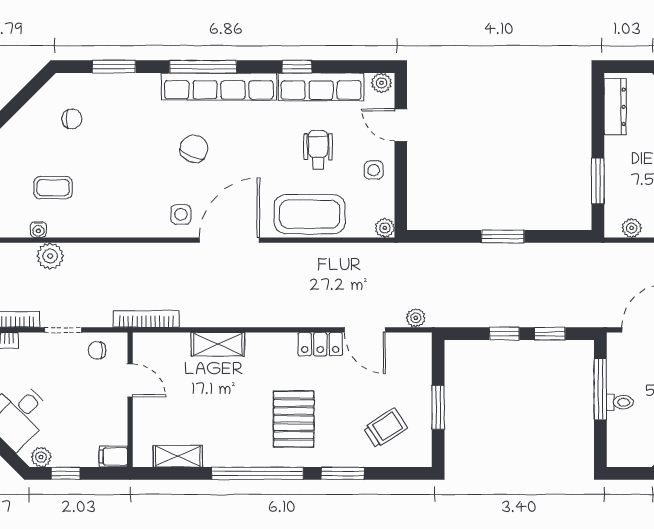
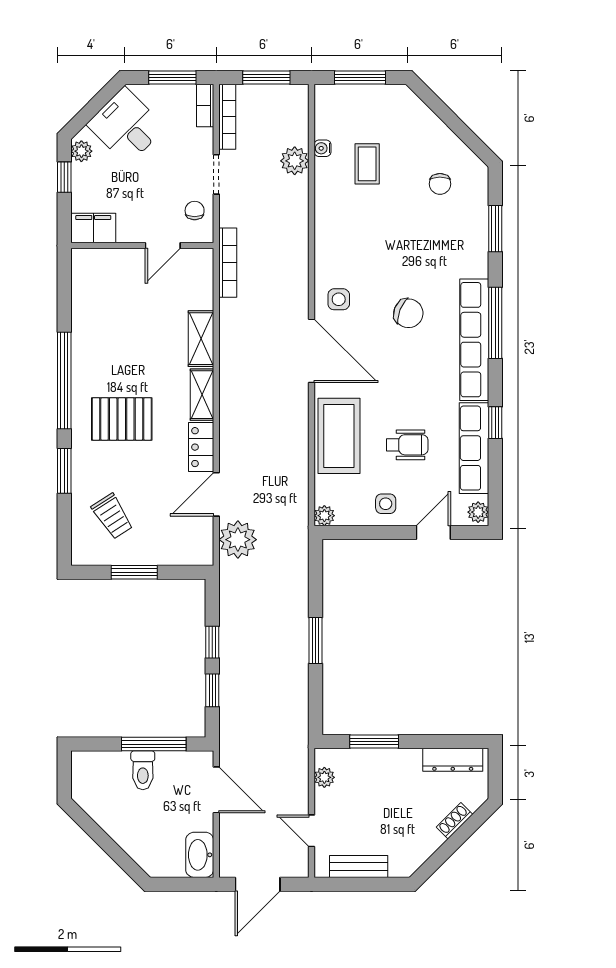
plant: (416, 318) -> (238, 540), width x1.87, depth x1.87
toilet: (620, 402) -> (143, 770), width x1.37, depth x1.39
shelving: (178, 456) -> (202, 395), moved
filing cabinet: (114, 457) -> (93, 228), width x2.00

